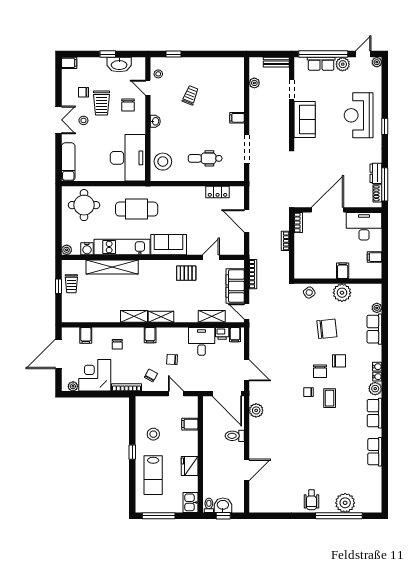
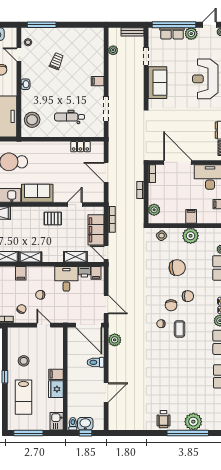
window: (174, 54) -> (42, 25), width x2.17
door: (327, 210) -> (178, 162), hinge flipped
plant: (301, 263) -> (154, 210), added
filing cabinet: (190, 424) -> (56, 374), moved

